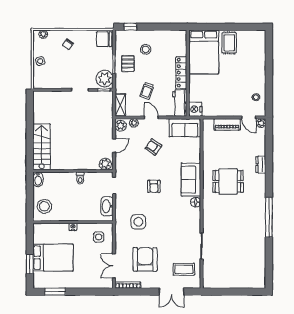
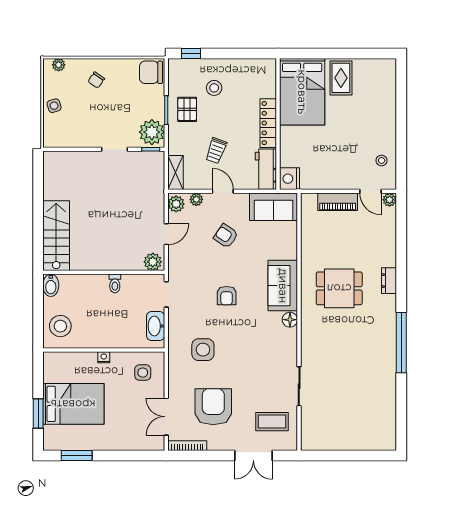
dresser: (261, 165) -> (389, 281), moved

